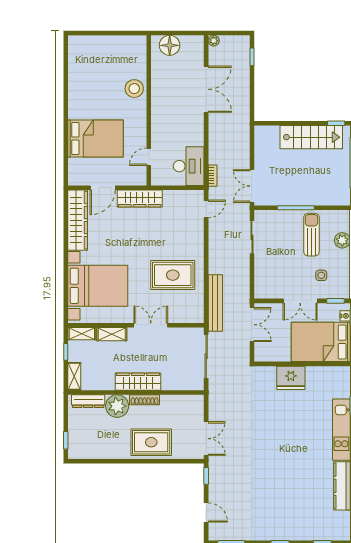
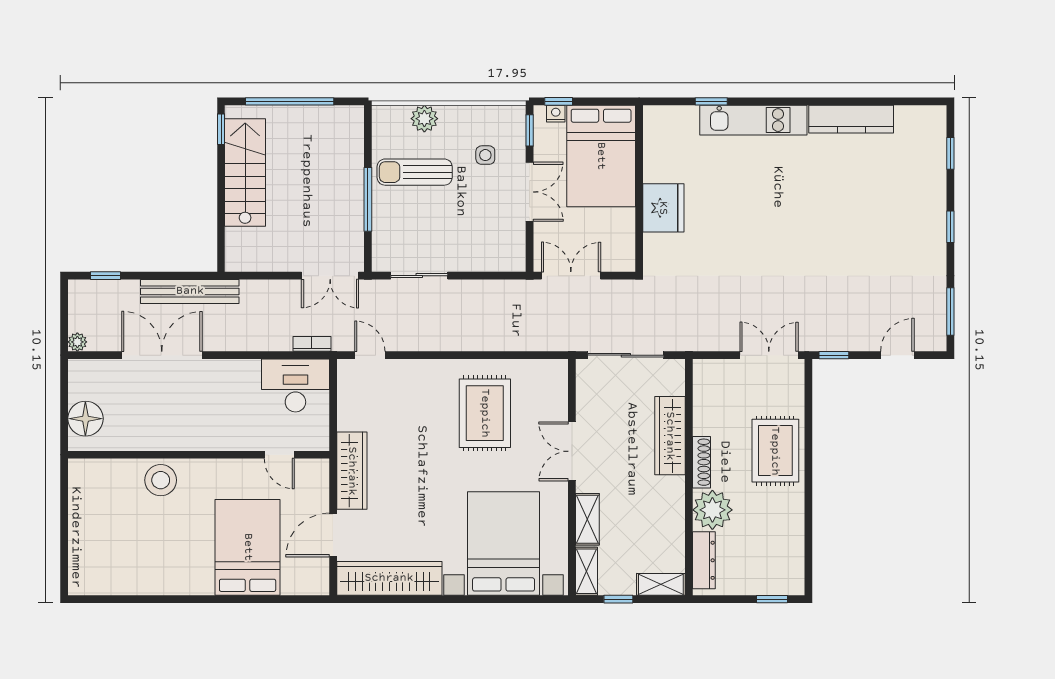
door: (103, 188) -> (333, 535), swing flipped
bench: (215, 303) -> (190, 291), moved
wardrobe: (138, 382) -> (670, 436), moved

